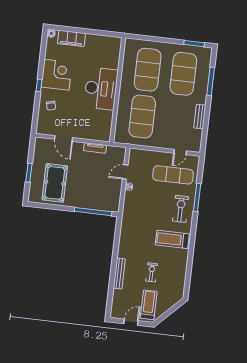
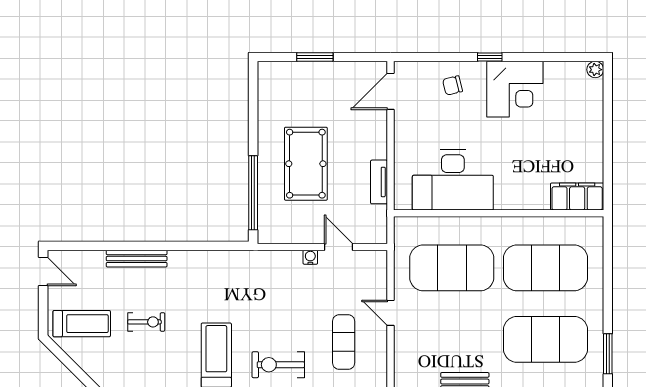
filing cabinet: (71, 38) -> (577, 196), moved, turned 90
desk: (101, 88) -> (453, 180), moved
door: (64, 138) -> (391, 91), moved
door: (180, 152) -> (391, 313), moved
exercise mat: (173, 175) -> (344, 342), width x0.73, depth x0.69
pool table: (55, 183) -> (306, 164), moved, turned 90
exercise bike: (181, 209) -> (278, 365), turned 180
door: (131, 322) -> (43, 271), moved

